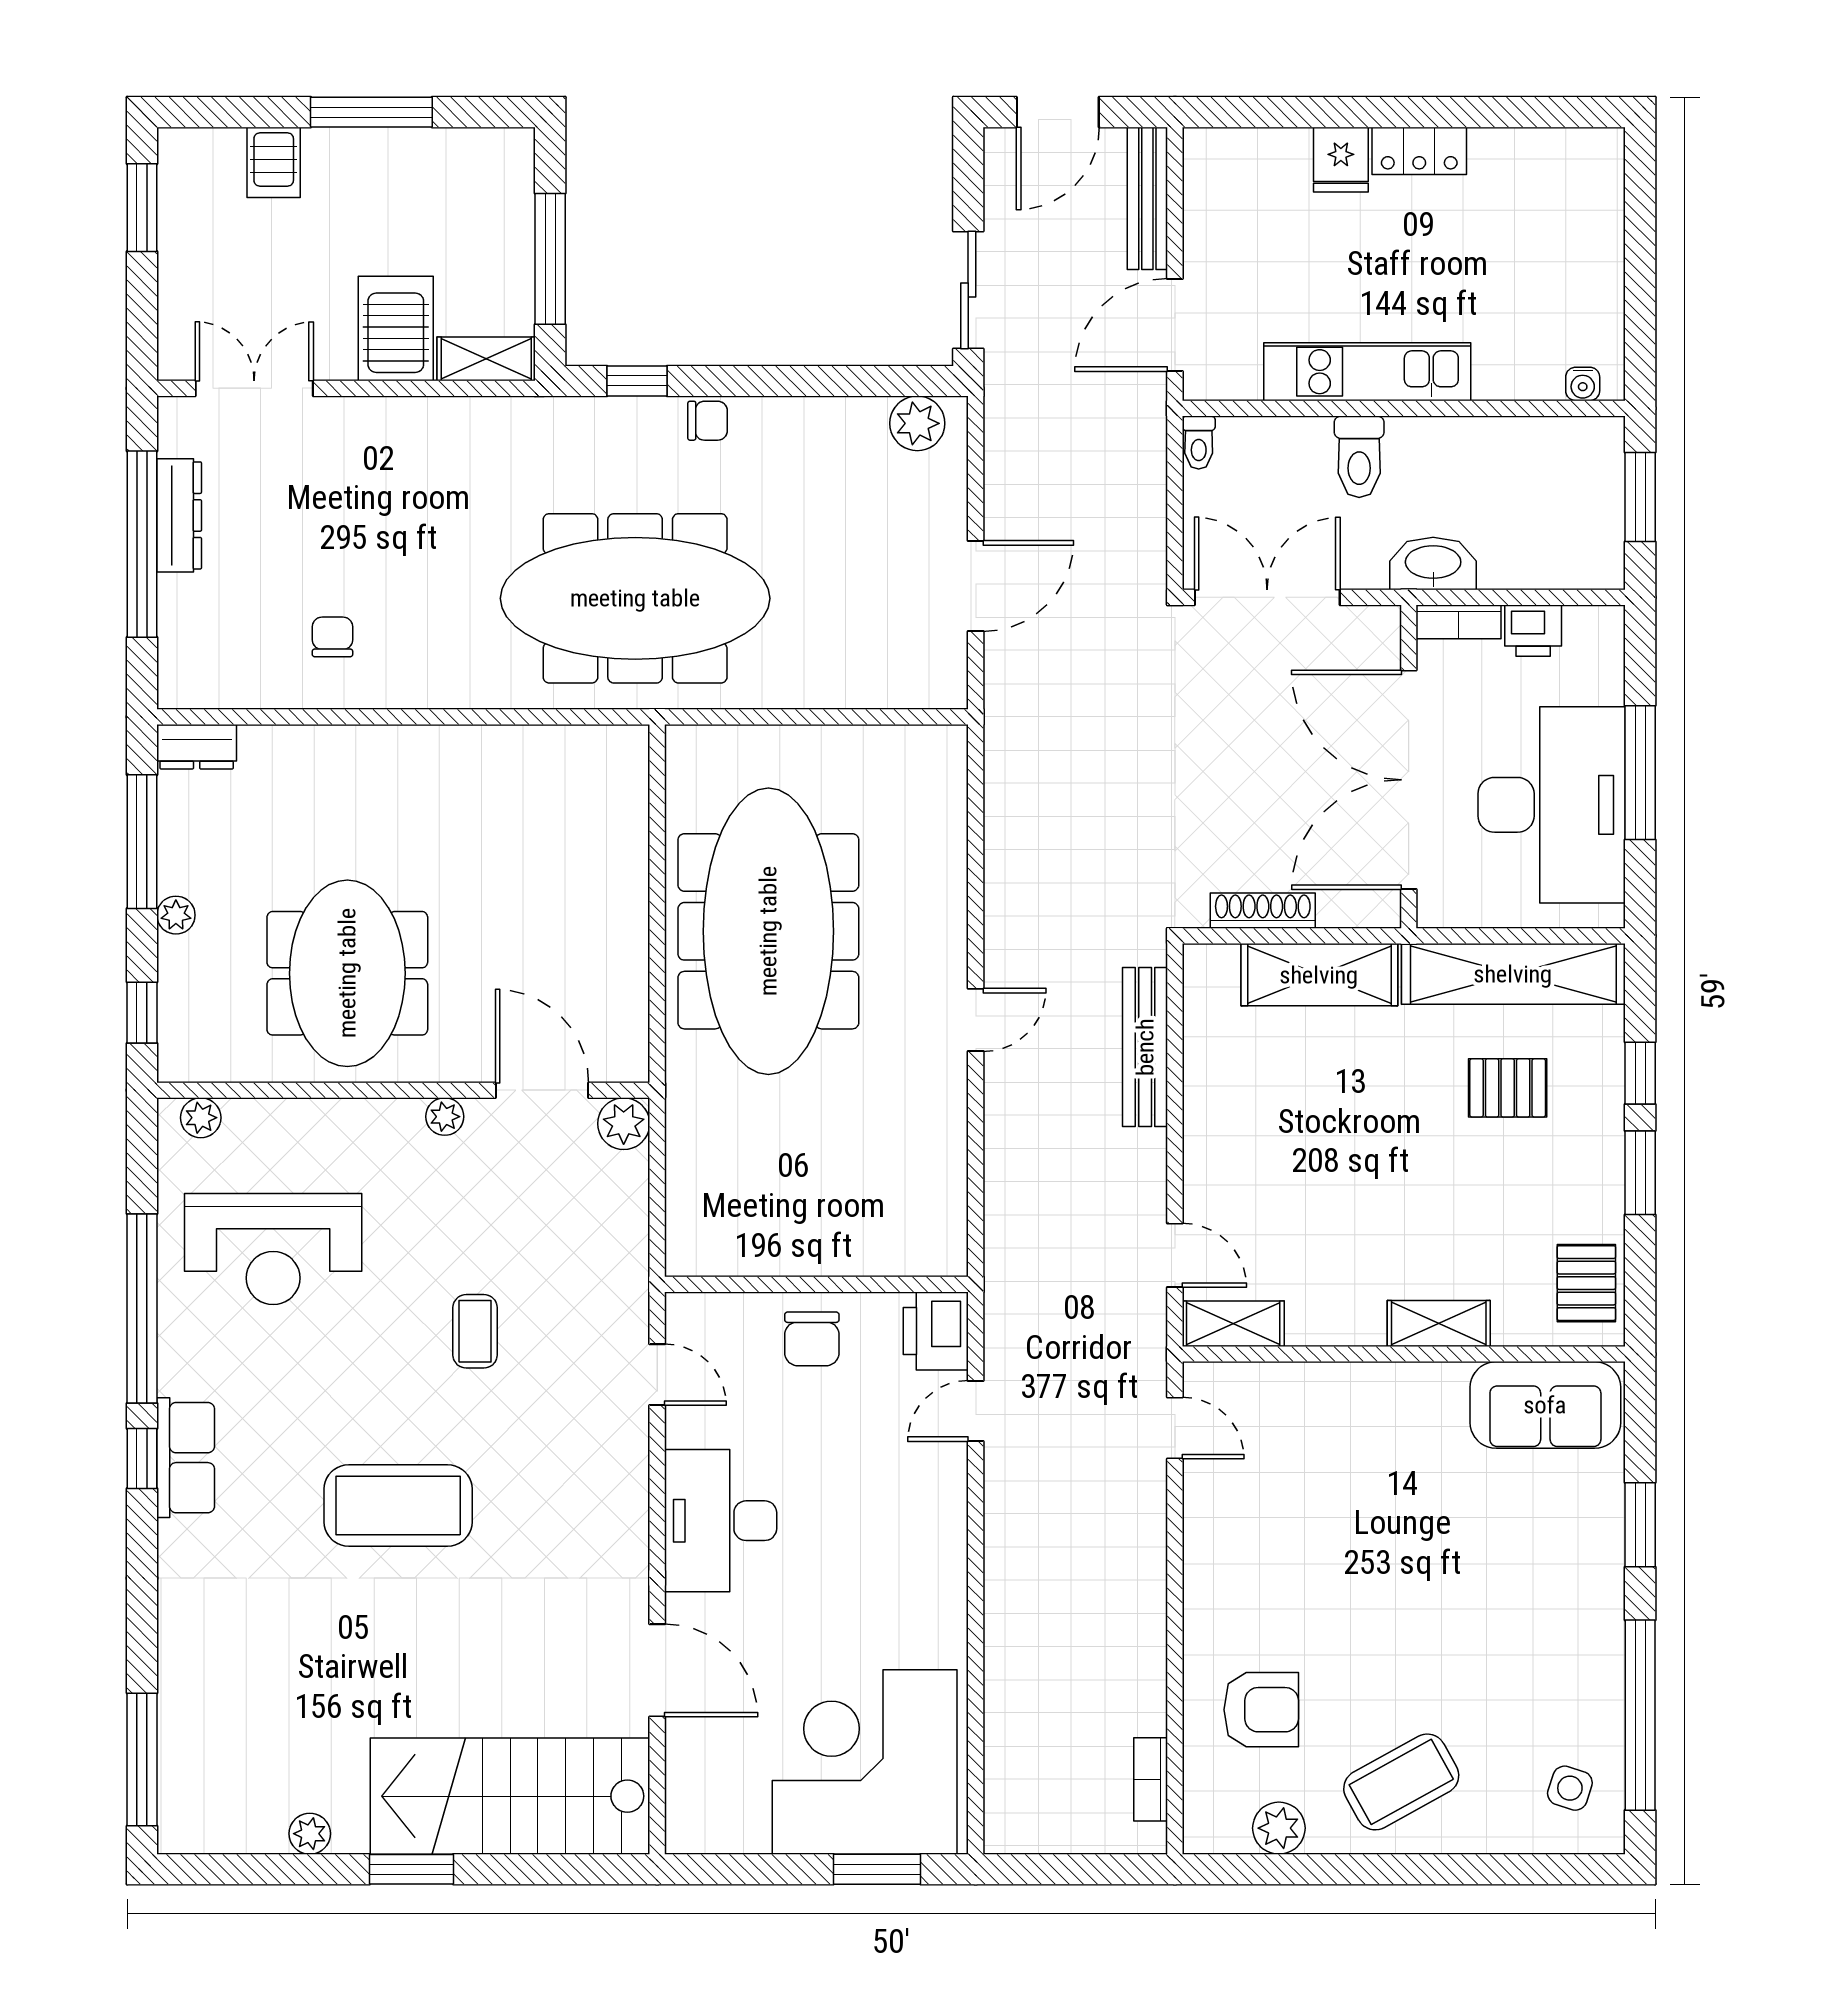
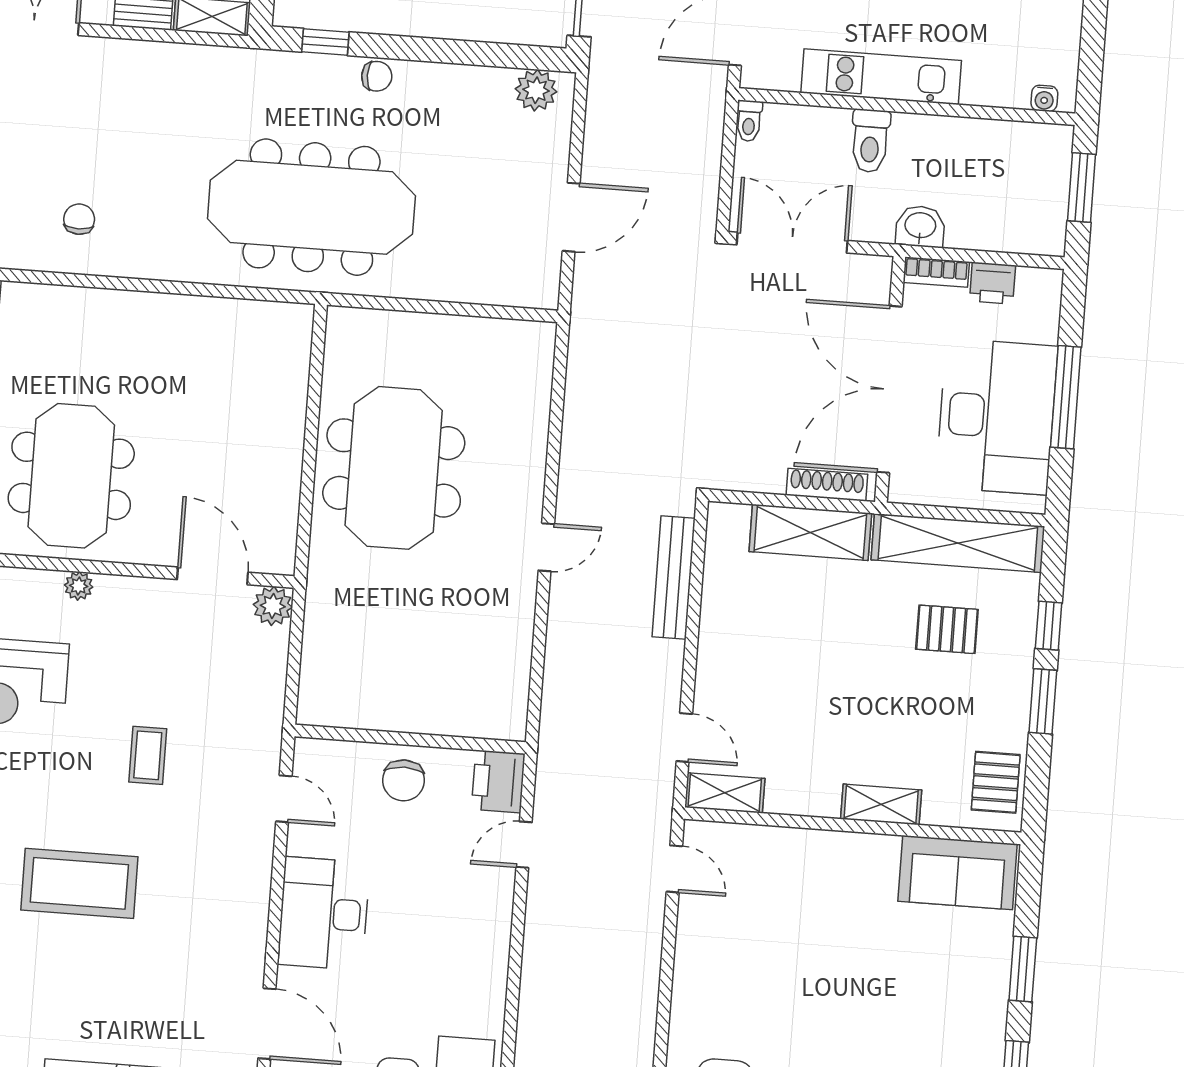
washbasin: (1433, 564) -> (920, 226), width x0.72
shoe rack: (1263, 911) -> (827, 485), moved
meeting table: (768, 931) -> (394, 468), width x0.73
plant: (445, 1117) -> (79, 586), moved

